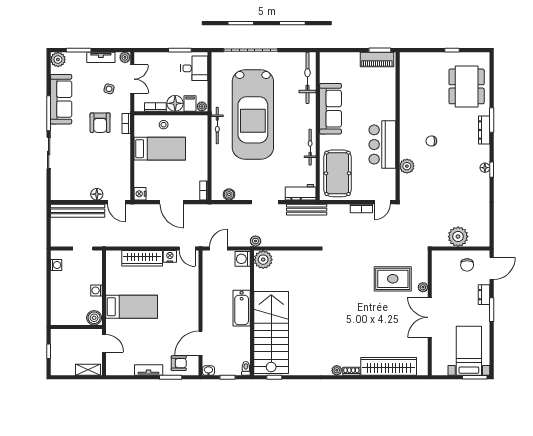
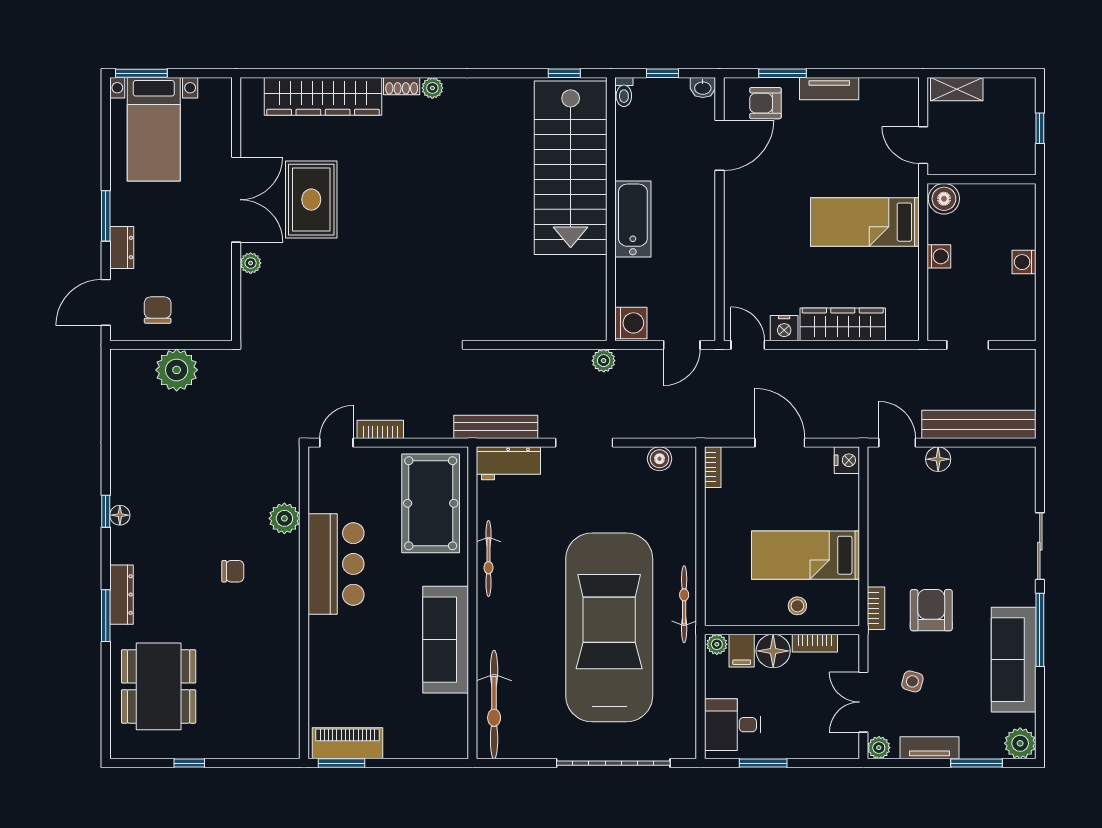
plant: (263, 260) -> (587, 321), removed
washing machine: (56, 265) -> (1024, 262), moved
rug: (393, 279) -> (311, 200), moved, turned 90

